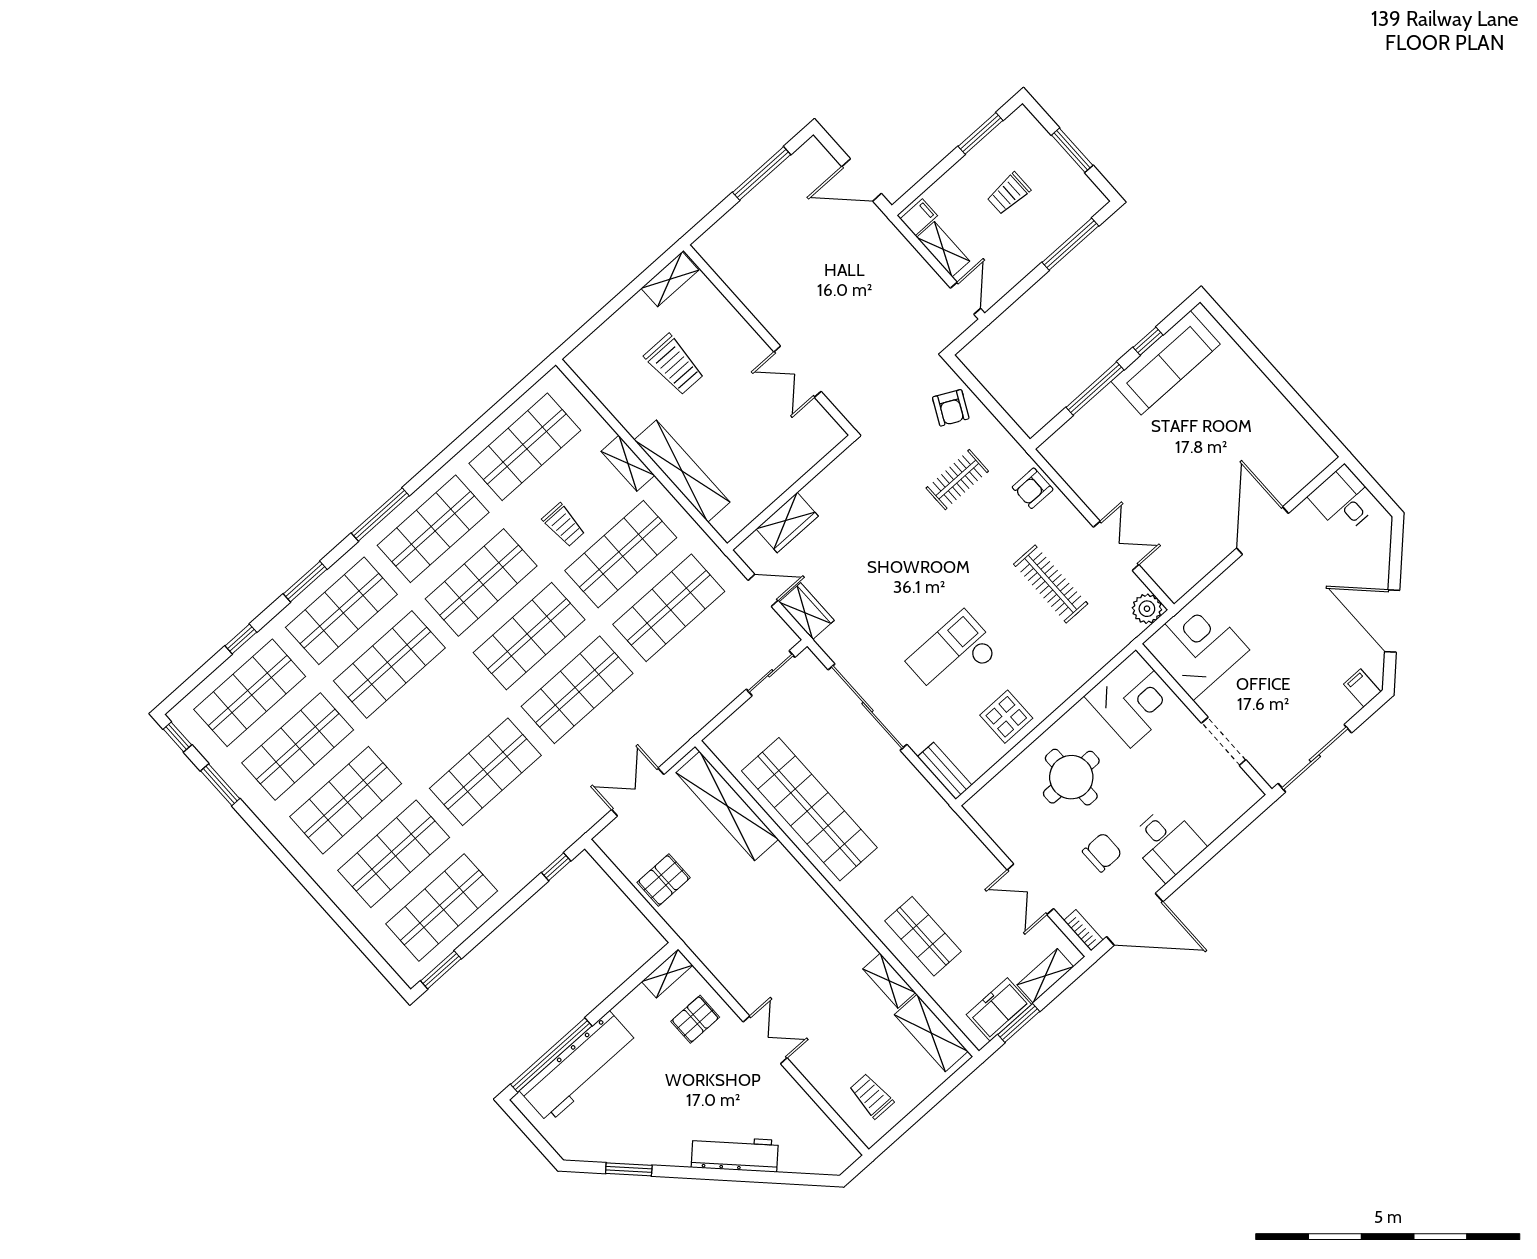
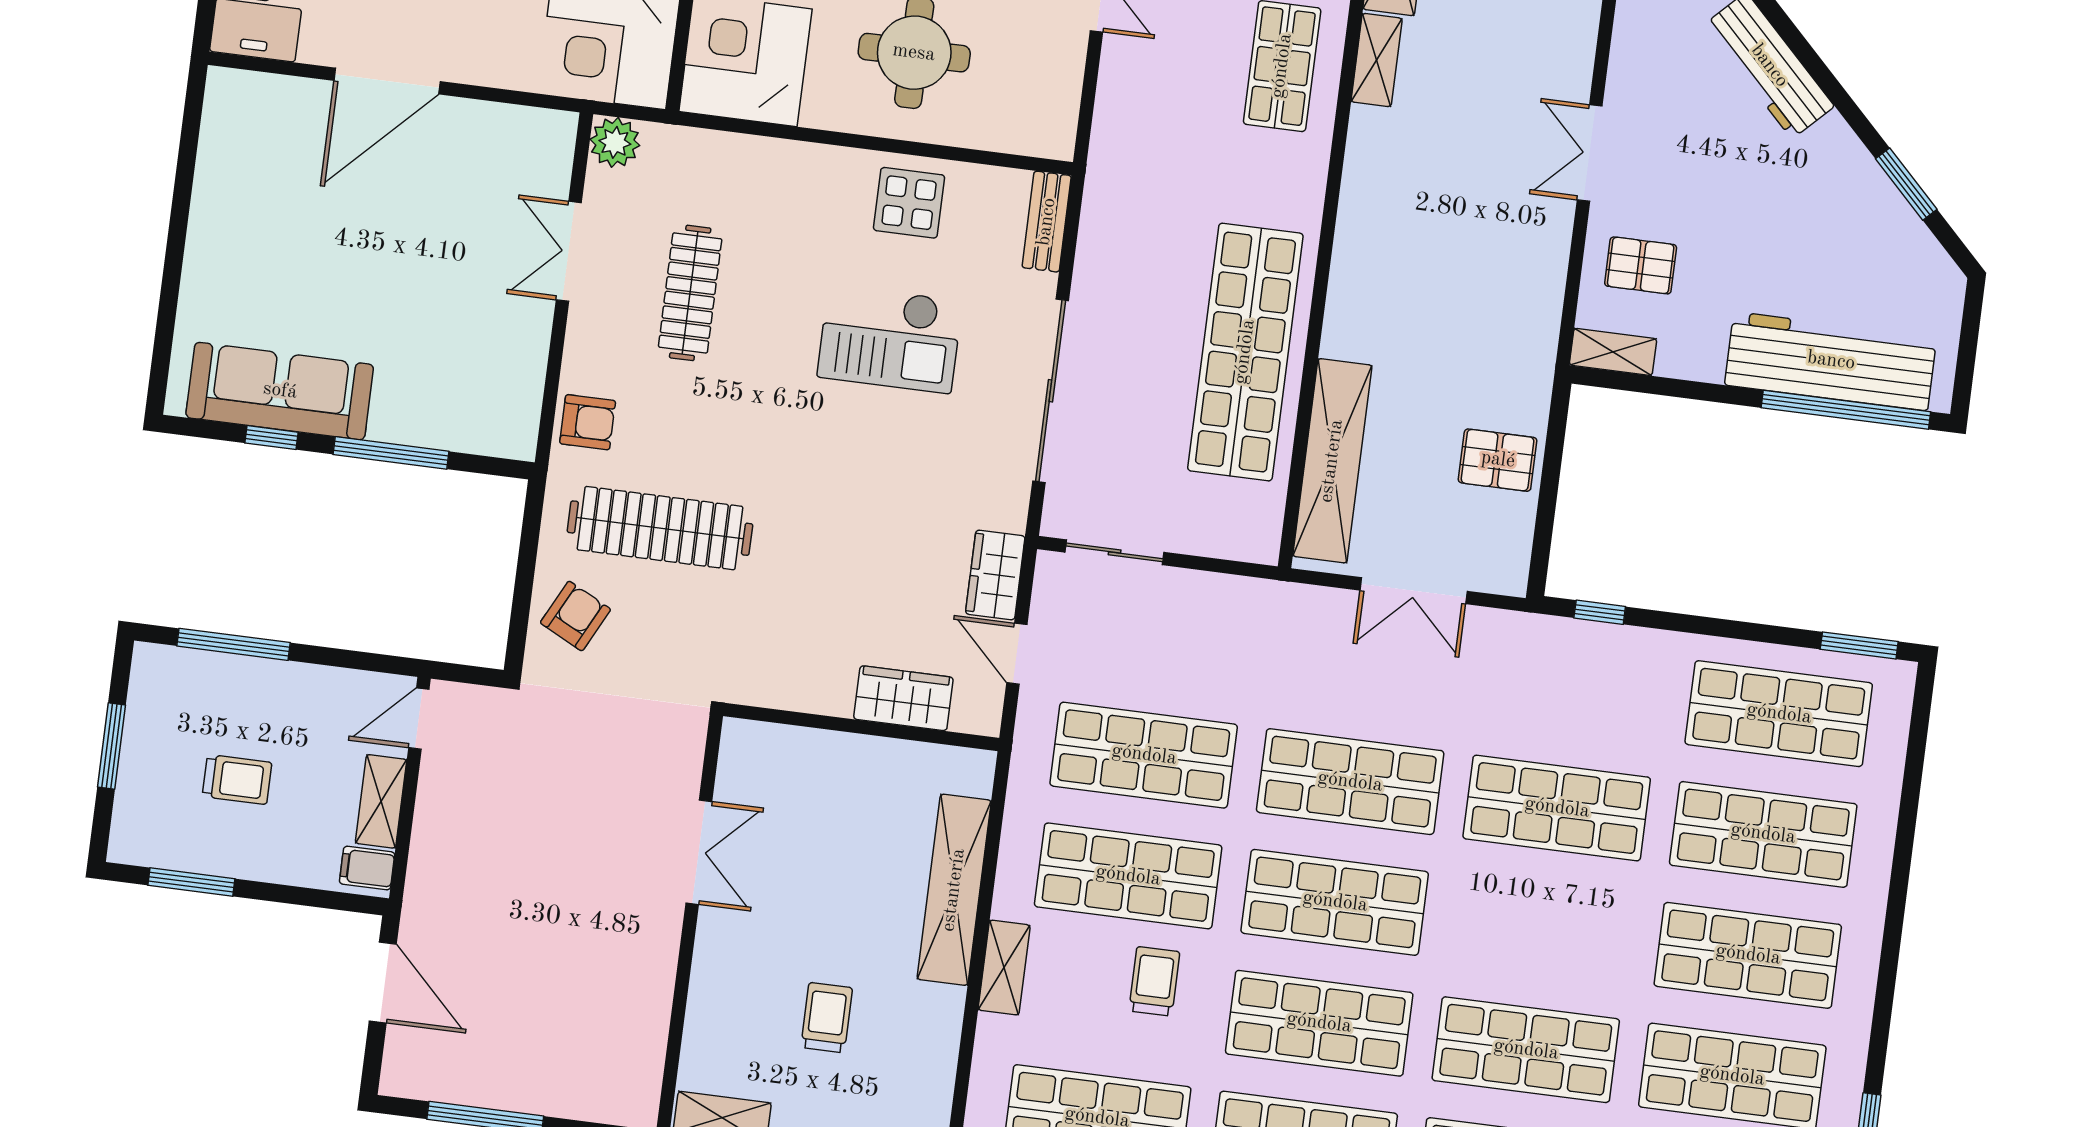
trolley: (674, 365) -> (827, 1018), width x0.73, depth x0.72
clothes rail: (957, 480) -> (660, 528), width x1.86, depth x1.31

